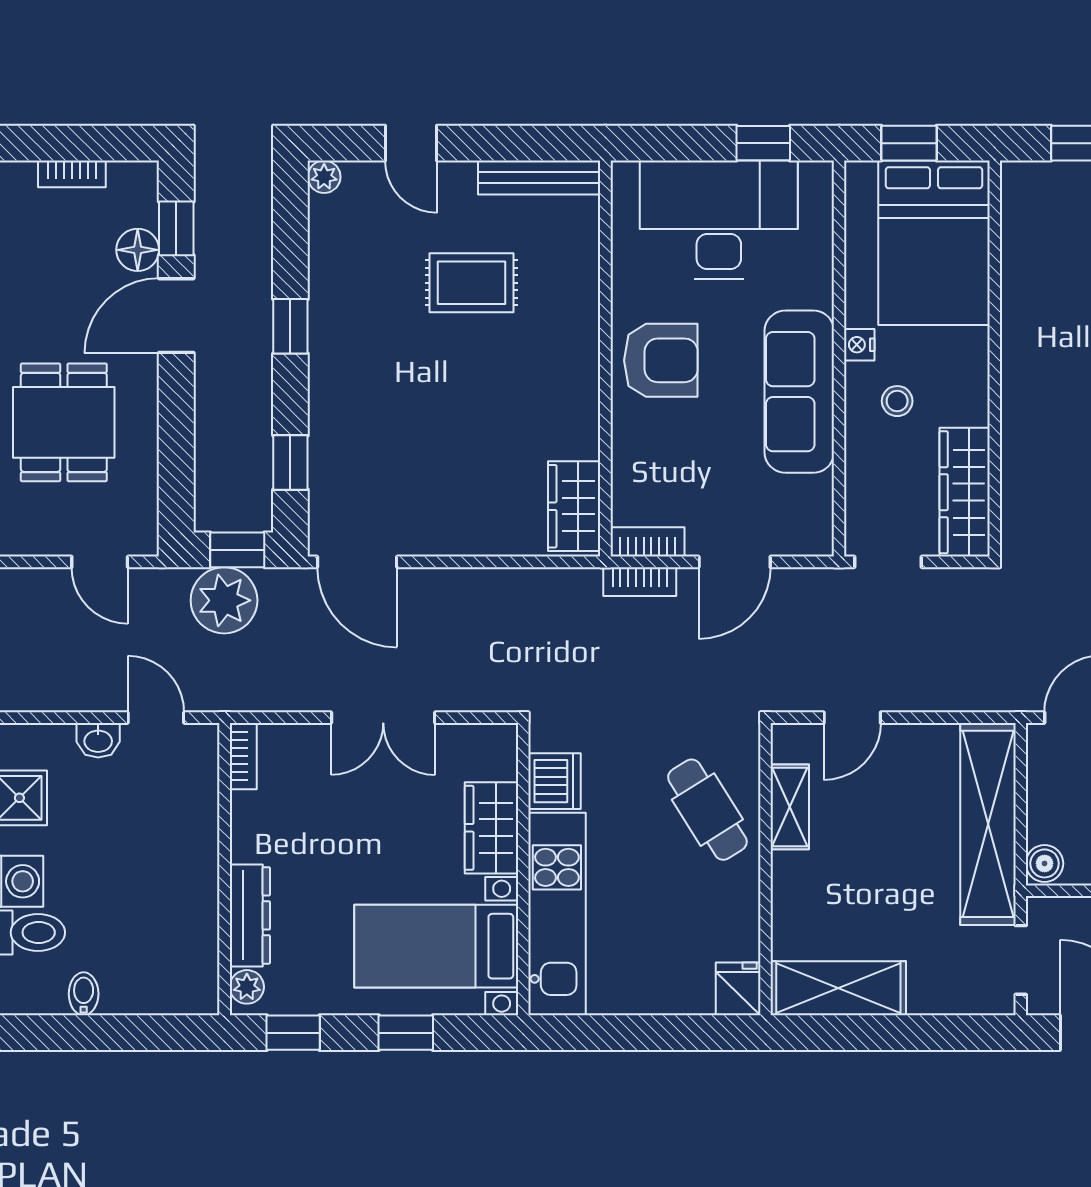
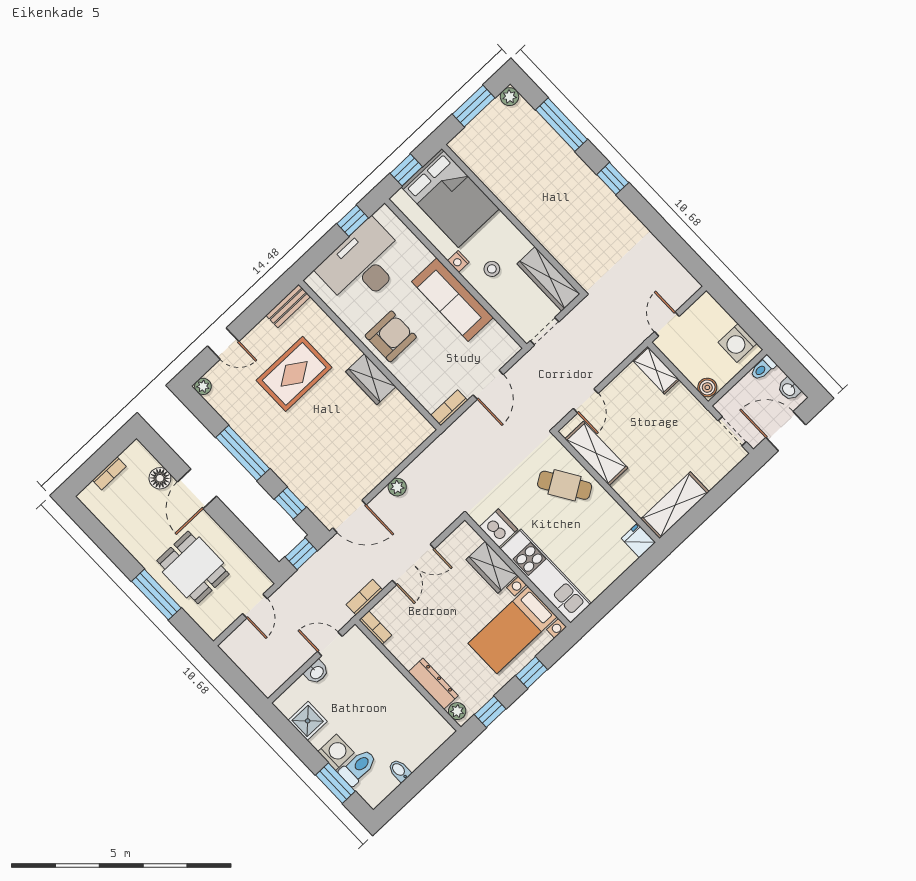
bench: (539, 178) -> (288, 306), width x0.73
window: (176, 228) -> (167, 457), removed
rug: (471, 283) -> (294, 374), width x1.36, depth x1.43
window: (290, 326) -> (243, 453), width x2.17
wardrobe: (574, 506) -> (371, 379), moved
door: (100, 562) -> (255, 606), hinge flipped
bookcase: (640, 582) -> (364, 597), moved, turned 180
plant: (224, 600) -> (397, 487), moved, width x0.53, depth x0.53
shelving: (790, 807) -> (596, 453), width x1.50, depth x1.33
shelving: (988, 824) -> (656, 370), width x0.45, depth x0.75

